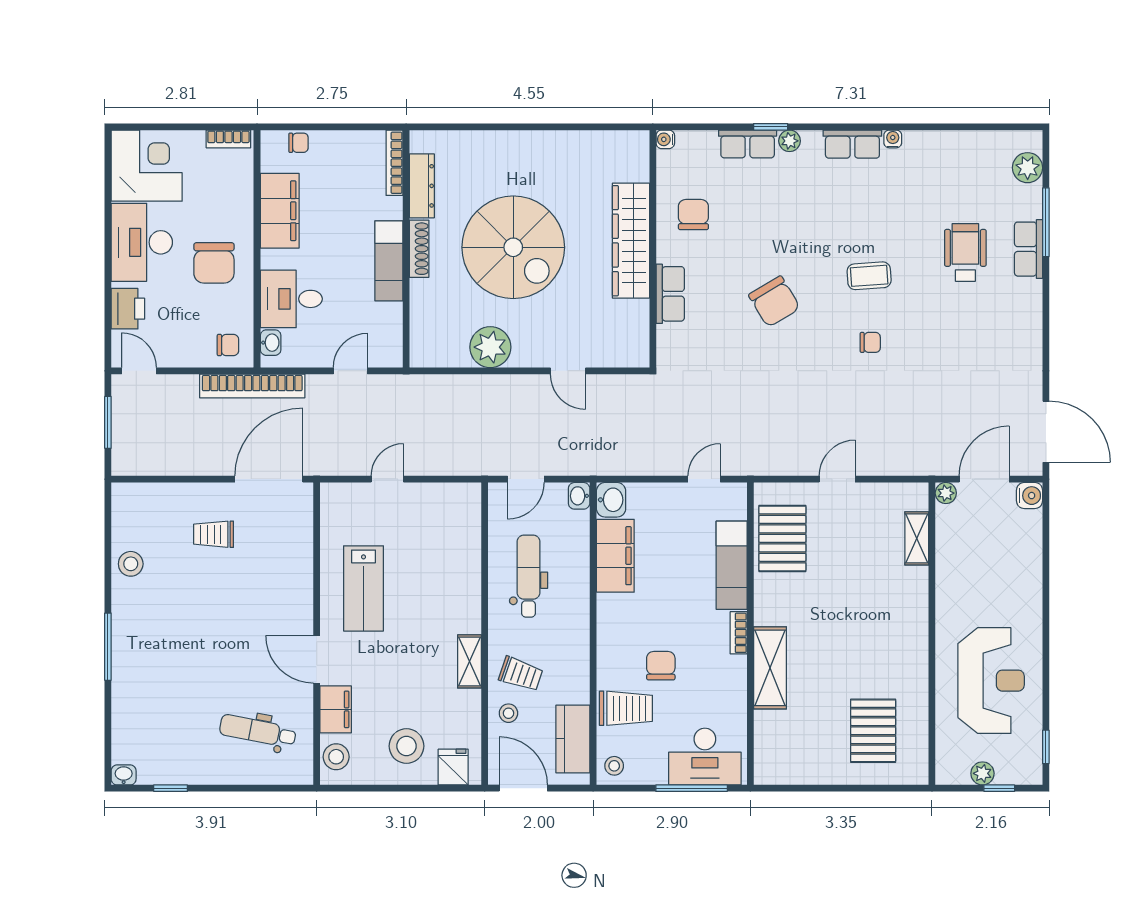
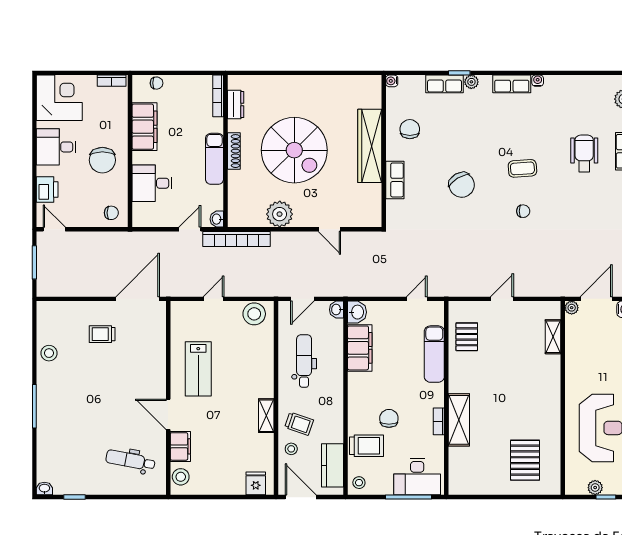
dresser: (422, 186) -> (236, 105), width x0.70
desk: (142, 242) -> (56, 147), width x0.73
washbasin: (271, 343) -> (217, 219), moved, turned 180
bookcase: (252, 386) -> (236, 239), moved
pallet: (782, 538) -> (467, 337), width x0.67, depth x0.71
bookcase: (739, 633) -> (439, 421), moved
stool: (406, 746) -> (254, 314), moved

